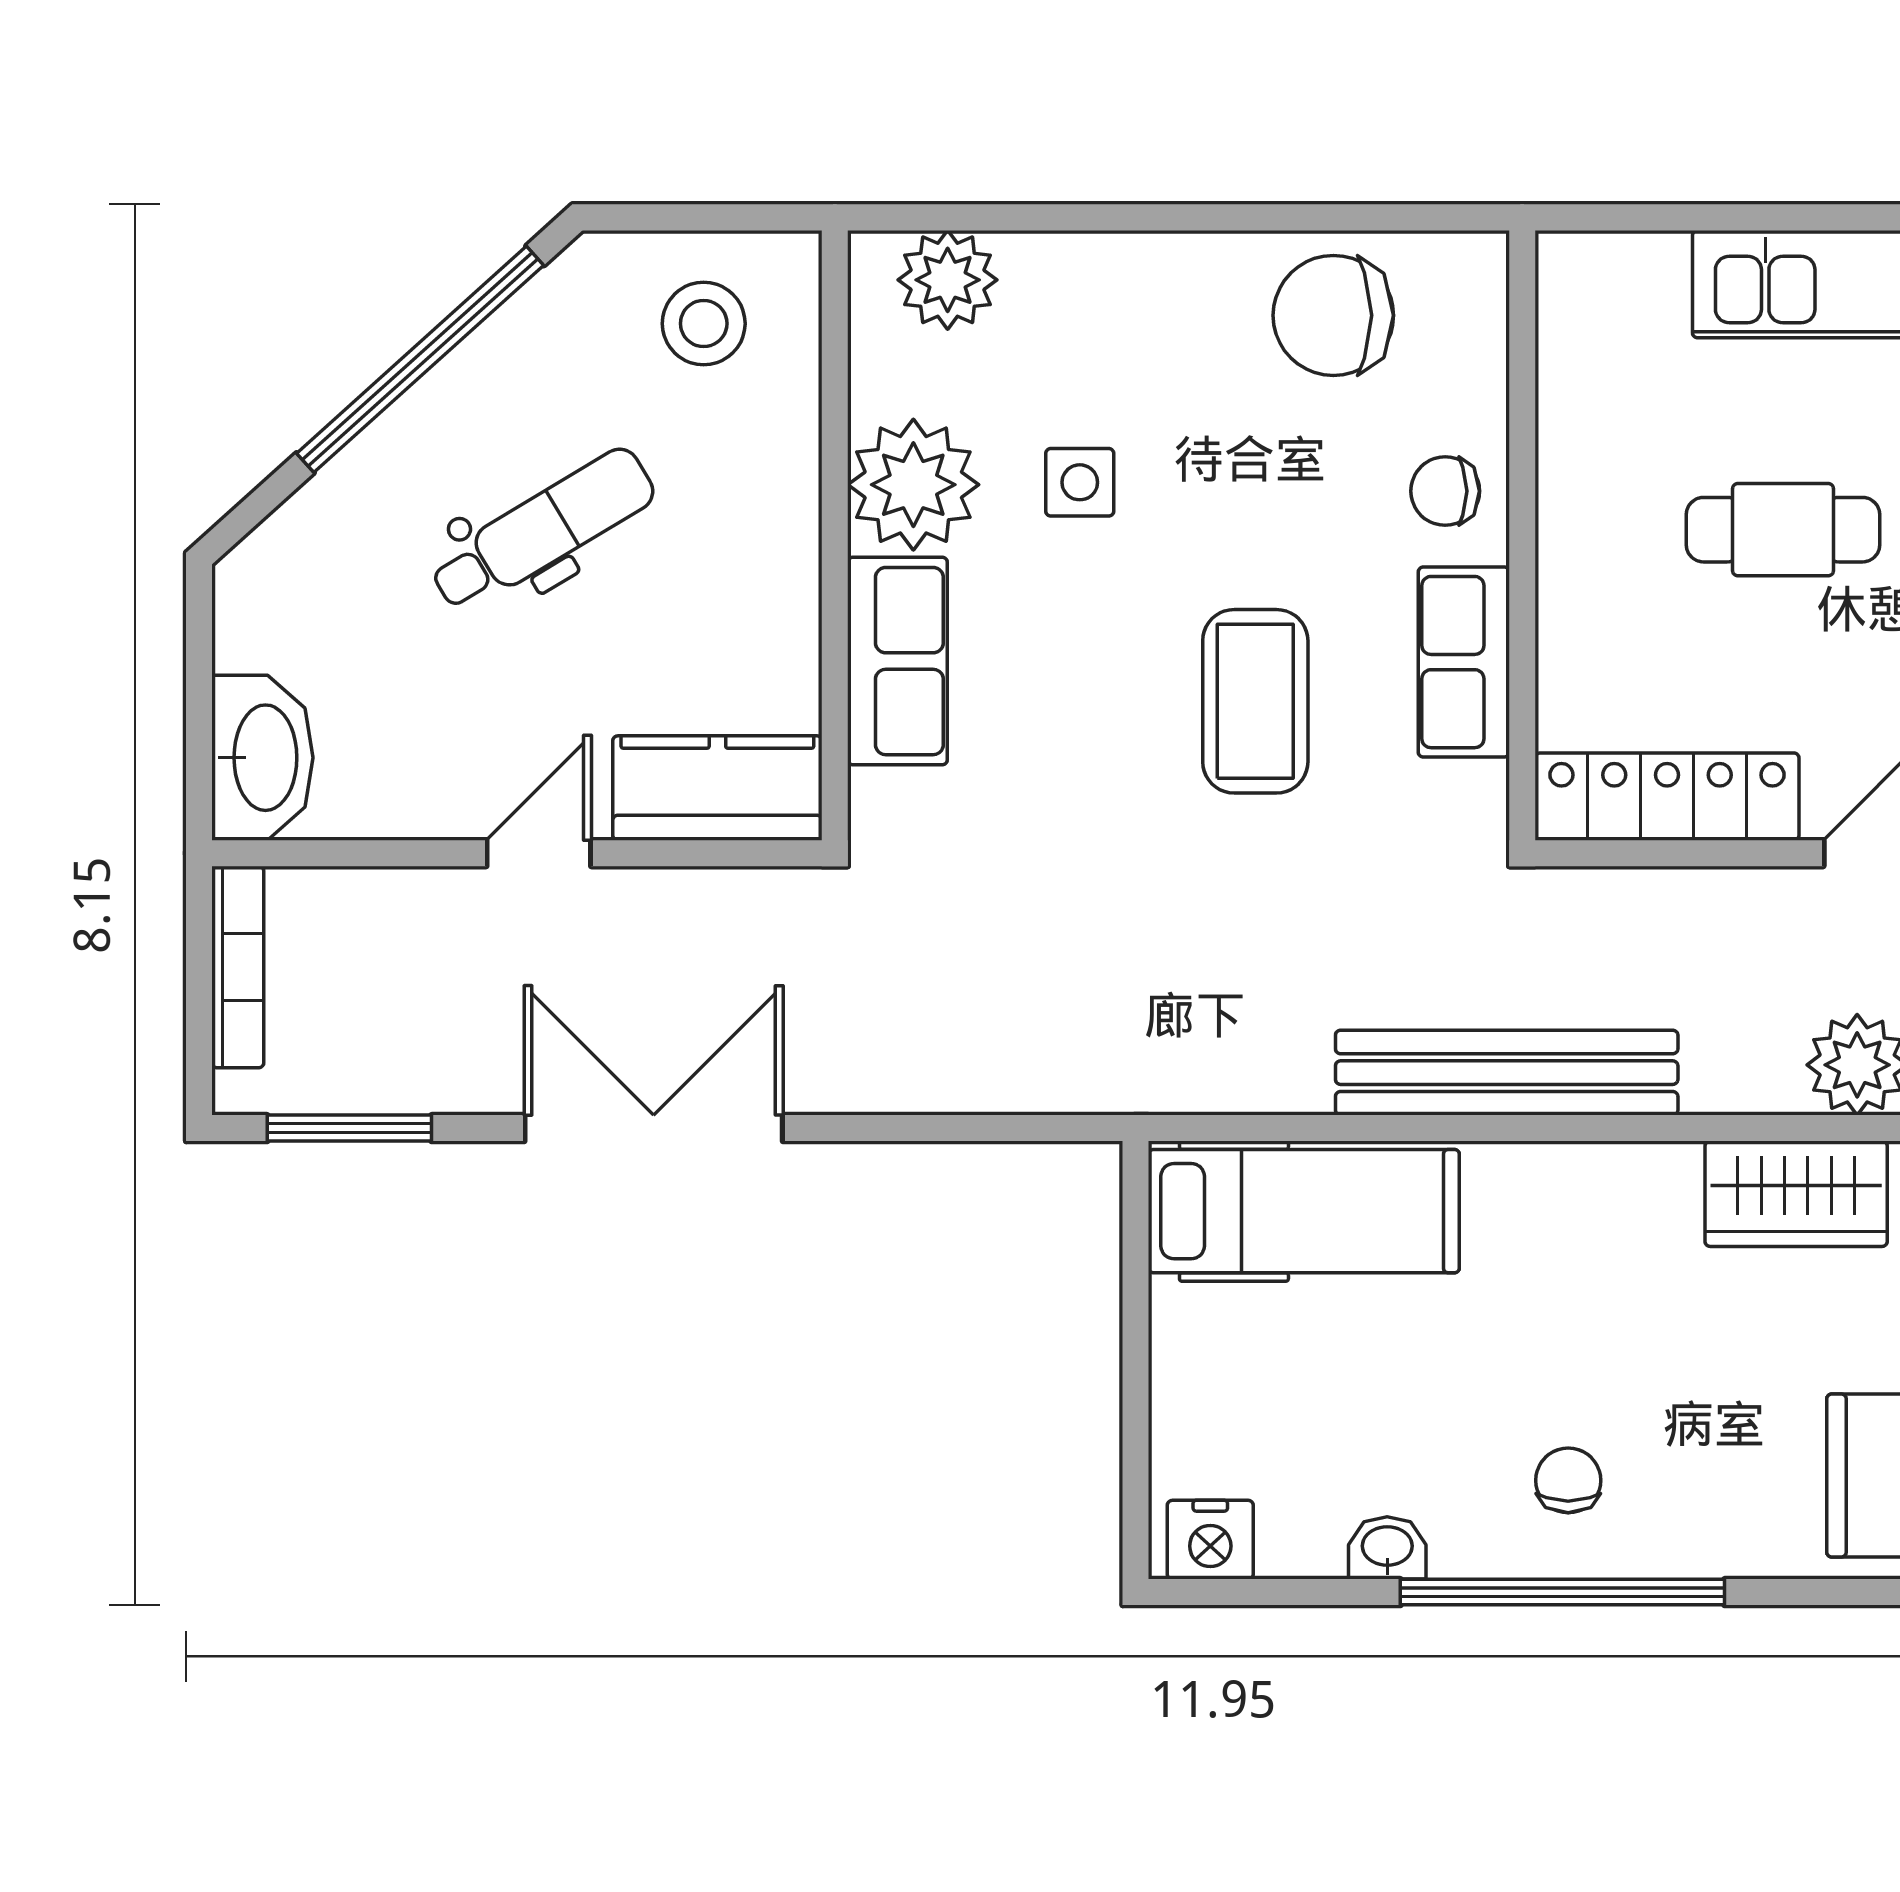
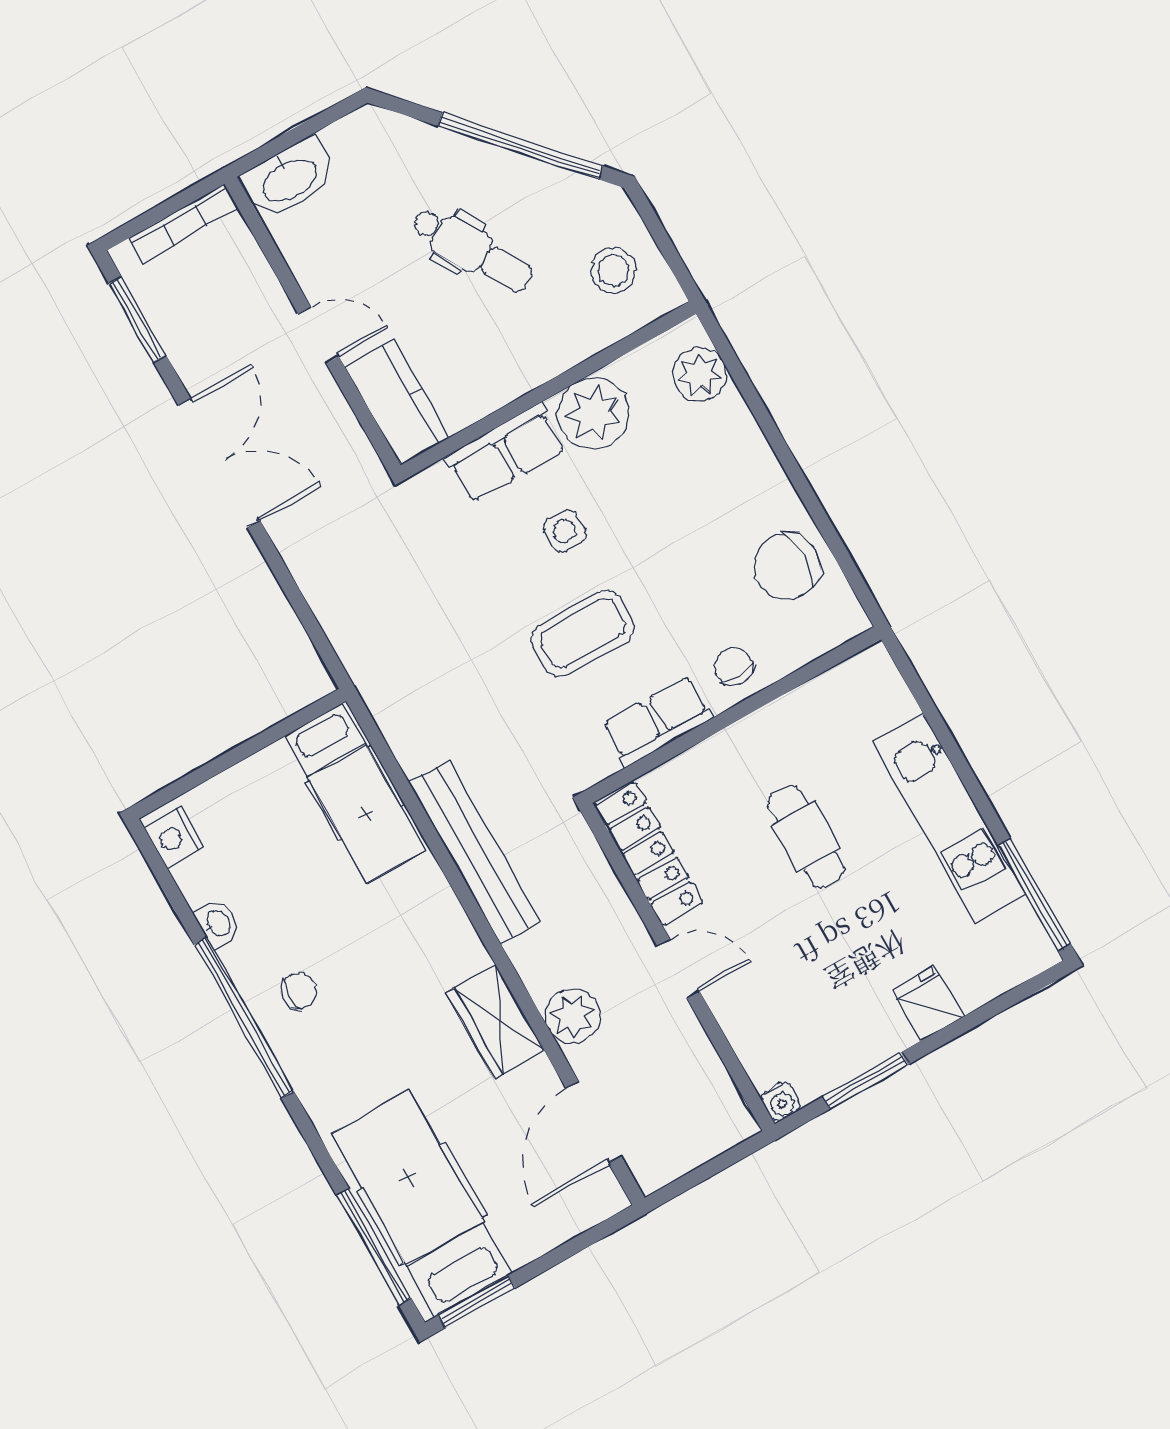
chair: (1333, 315) -> (786, 566), turned -90
side table: (1080, 482) -> (565, 531), moved

